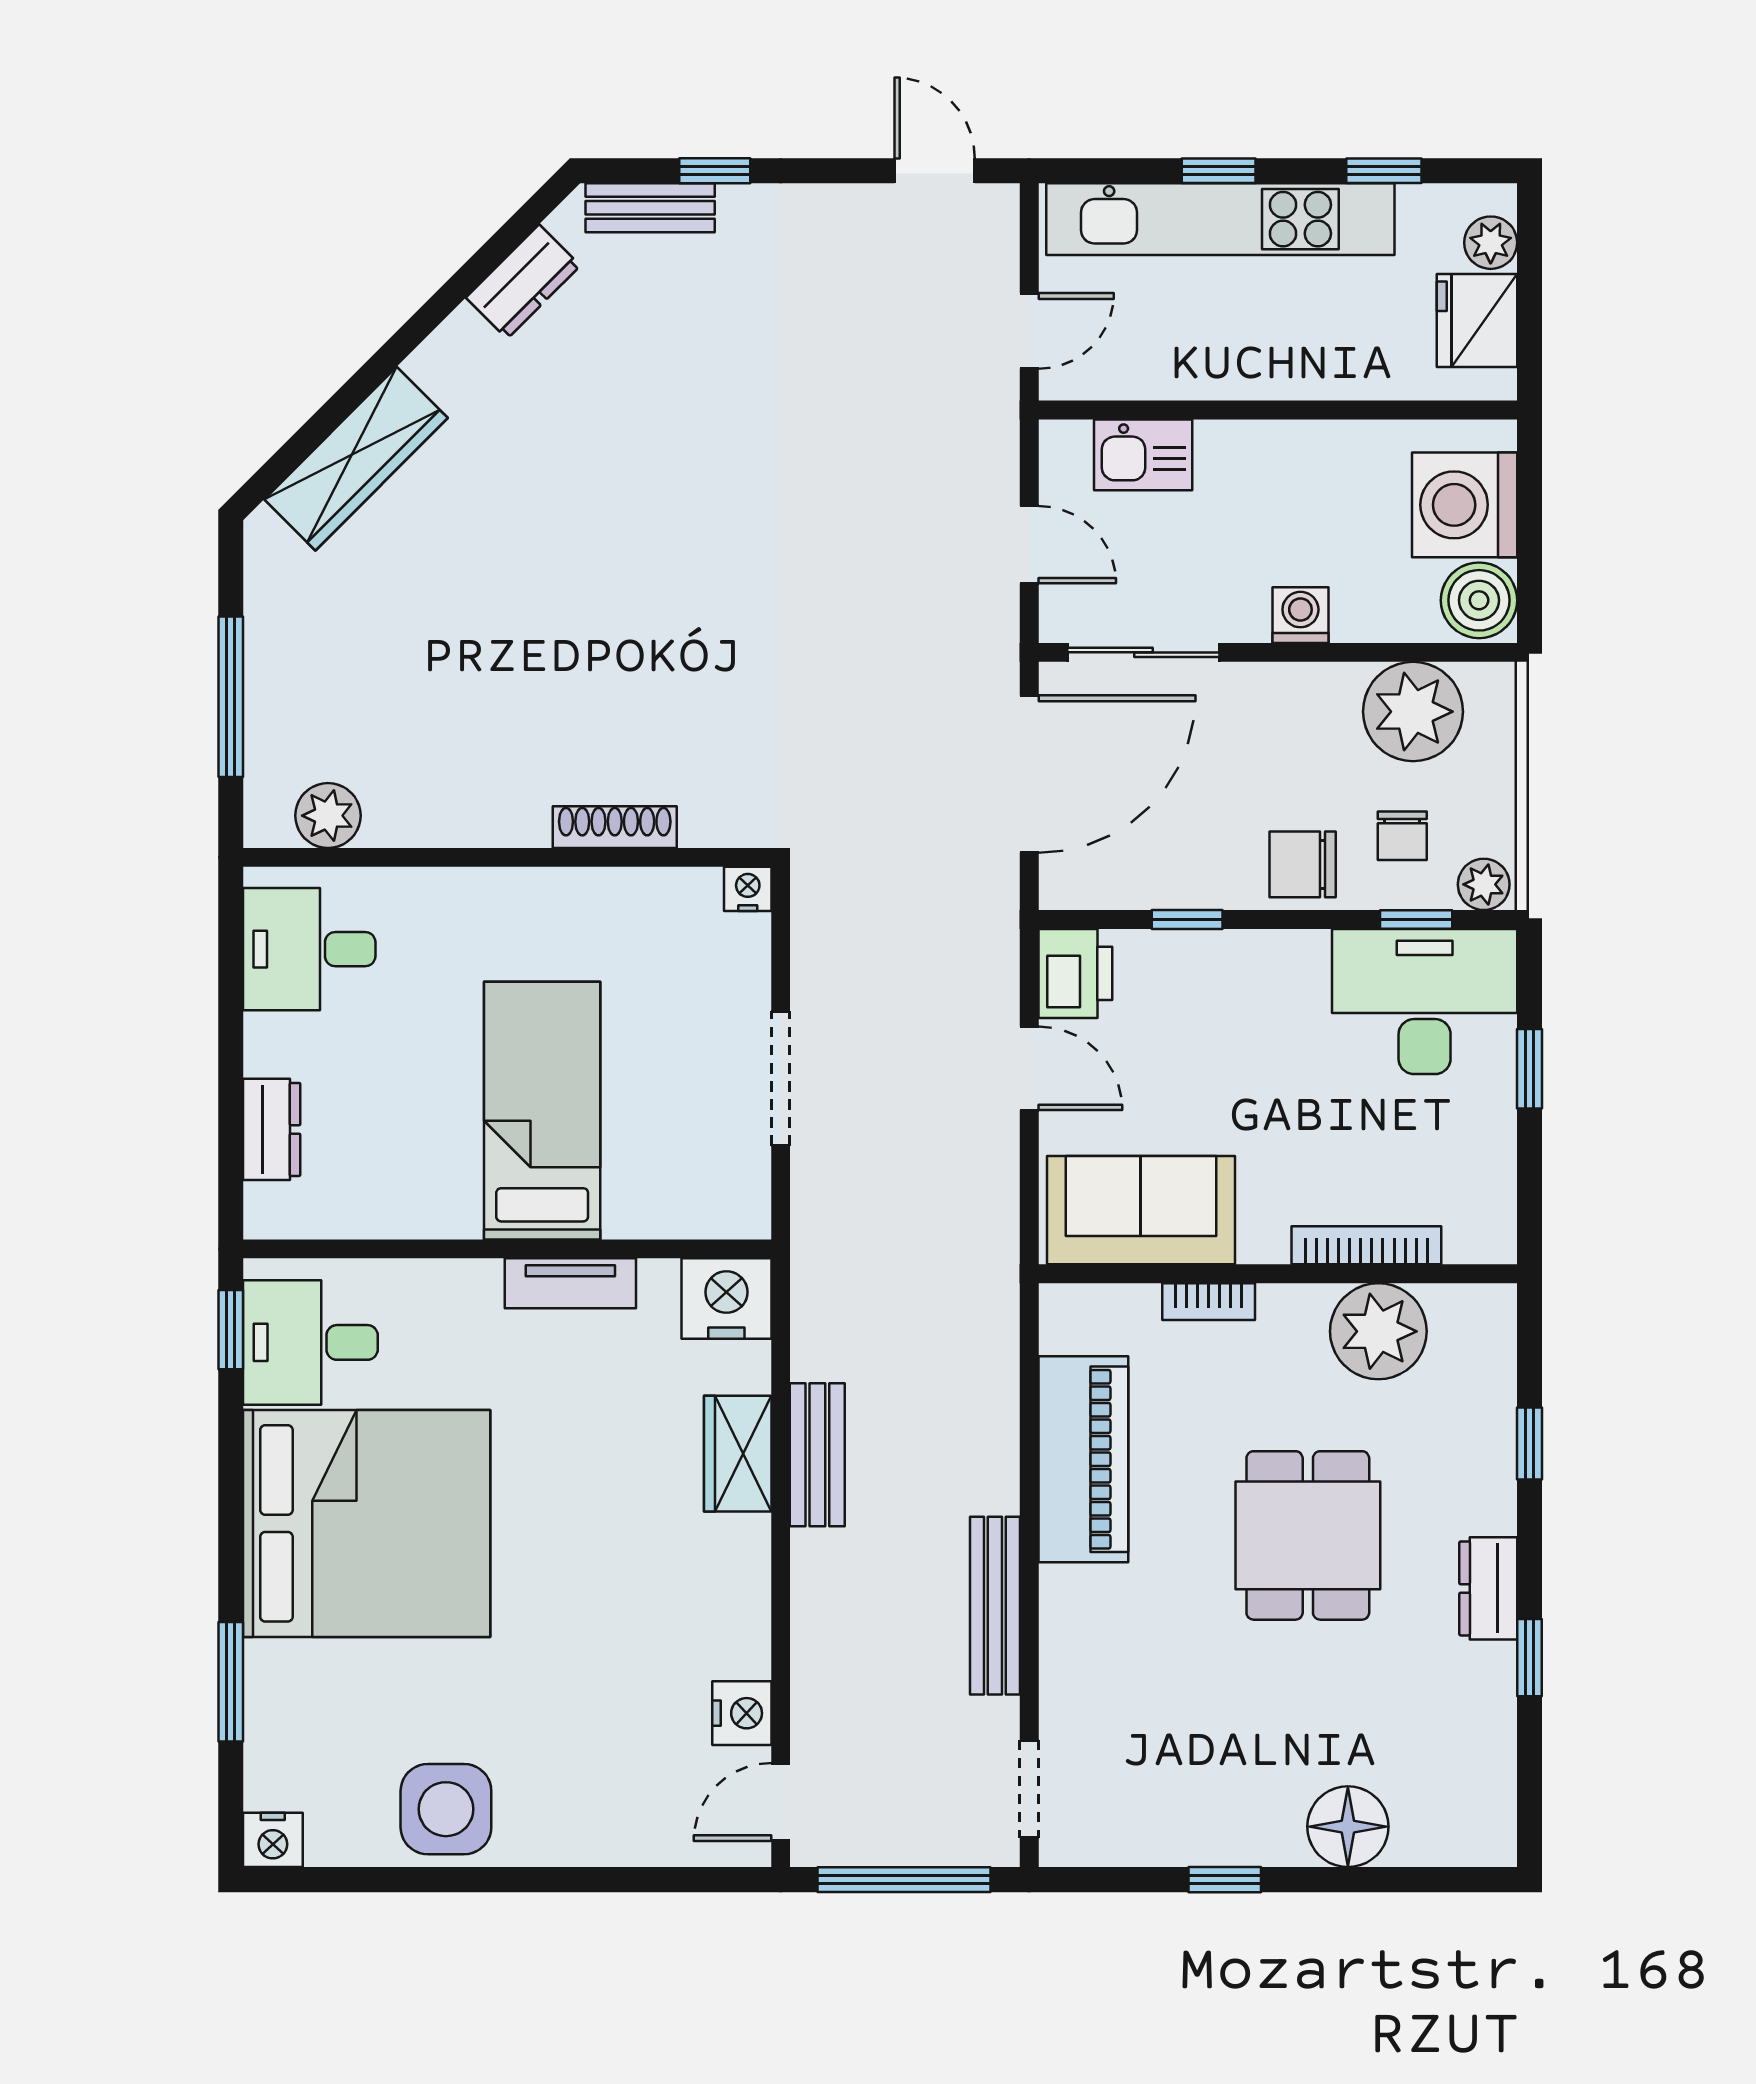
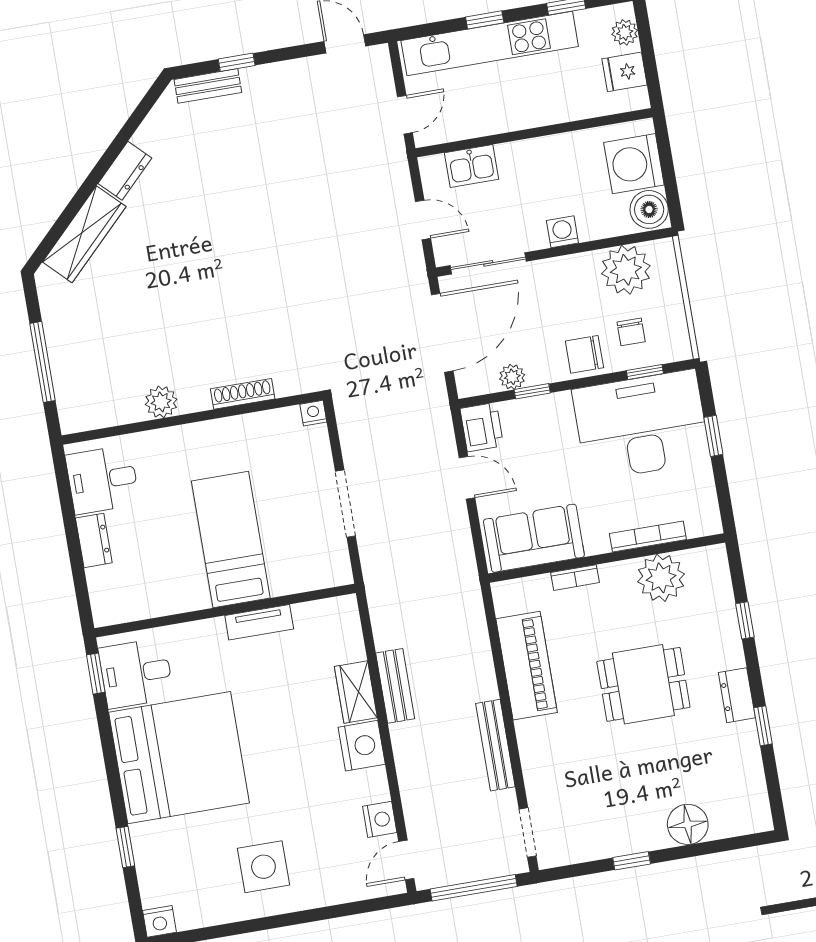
dresser: (523, 282) -> (125, 171), moved
fridge: (1477, 321) -> (625, 72), width x0.72
plant: (328, 816) -> (161, 402), moved
plant: (1484, 884) -> (512, 377), moved
desk: (1425, 1002) -> (641, 425), width x1.36, depth x1.30
dresser: (272, 1129) -> (94, 540), moved
nightstand: (726, 1299) -> (362, 746), moved, turned 90
dining table: (1308, 1535) -> (643, 684), turned 90
window: (231, 1682) -> (125, 847), width x0.67
side table: (446, 1809) -> (263, 867), moved

